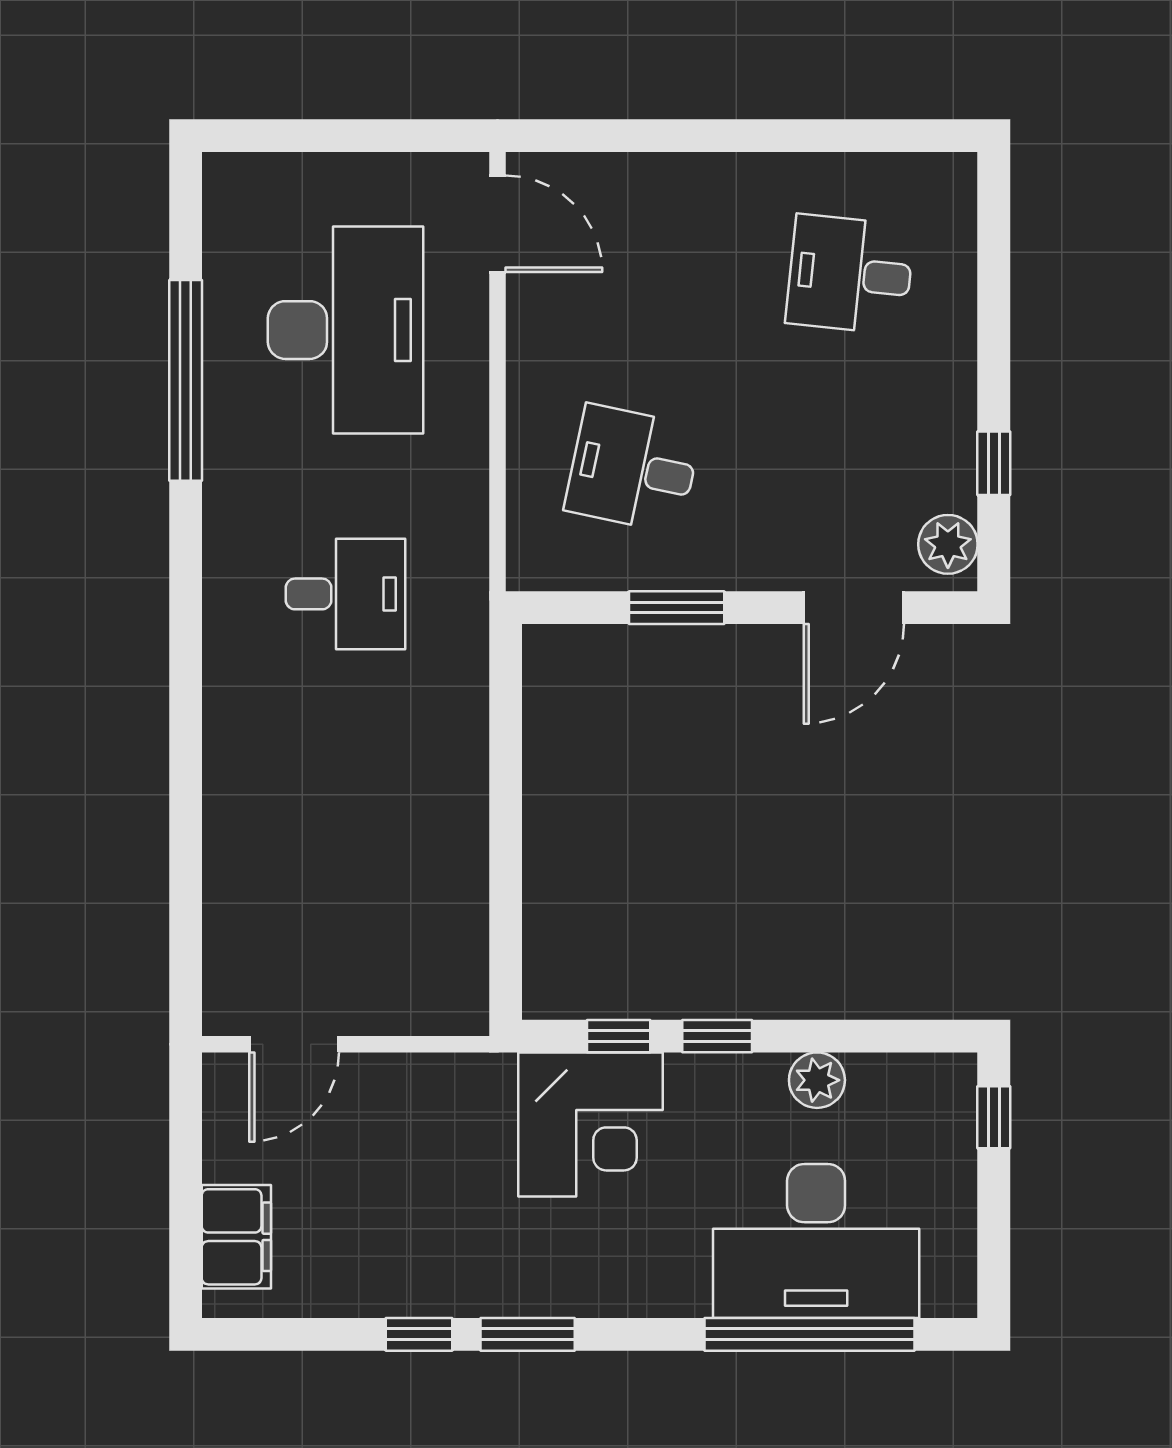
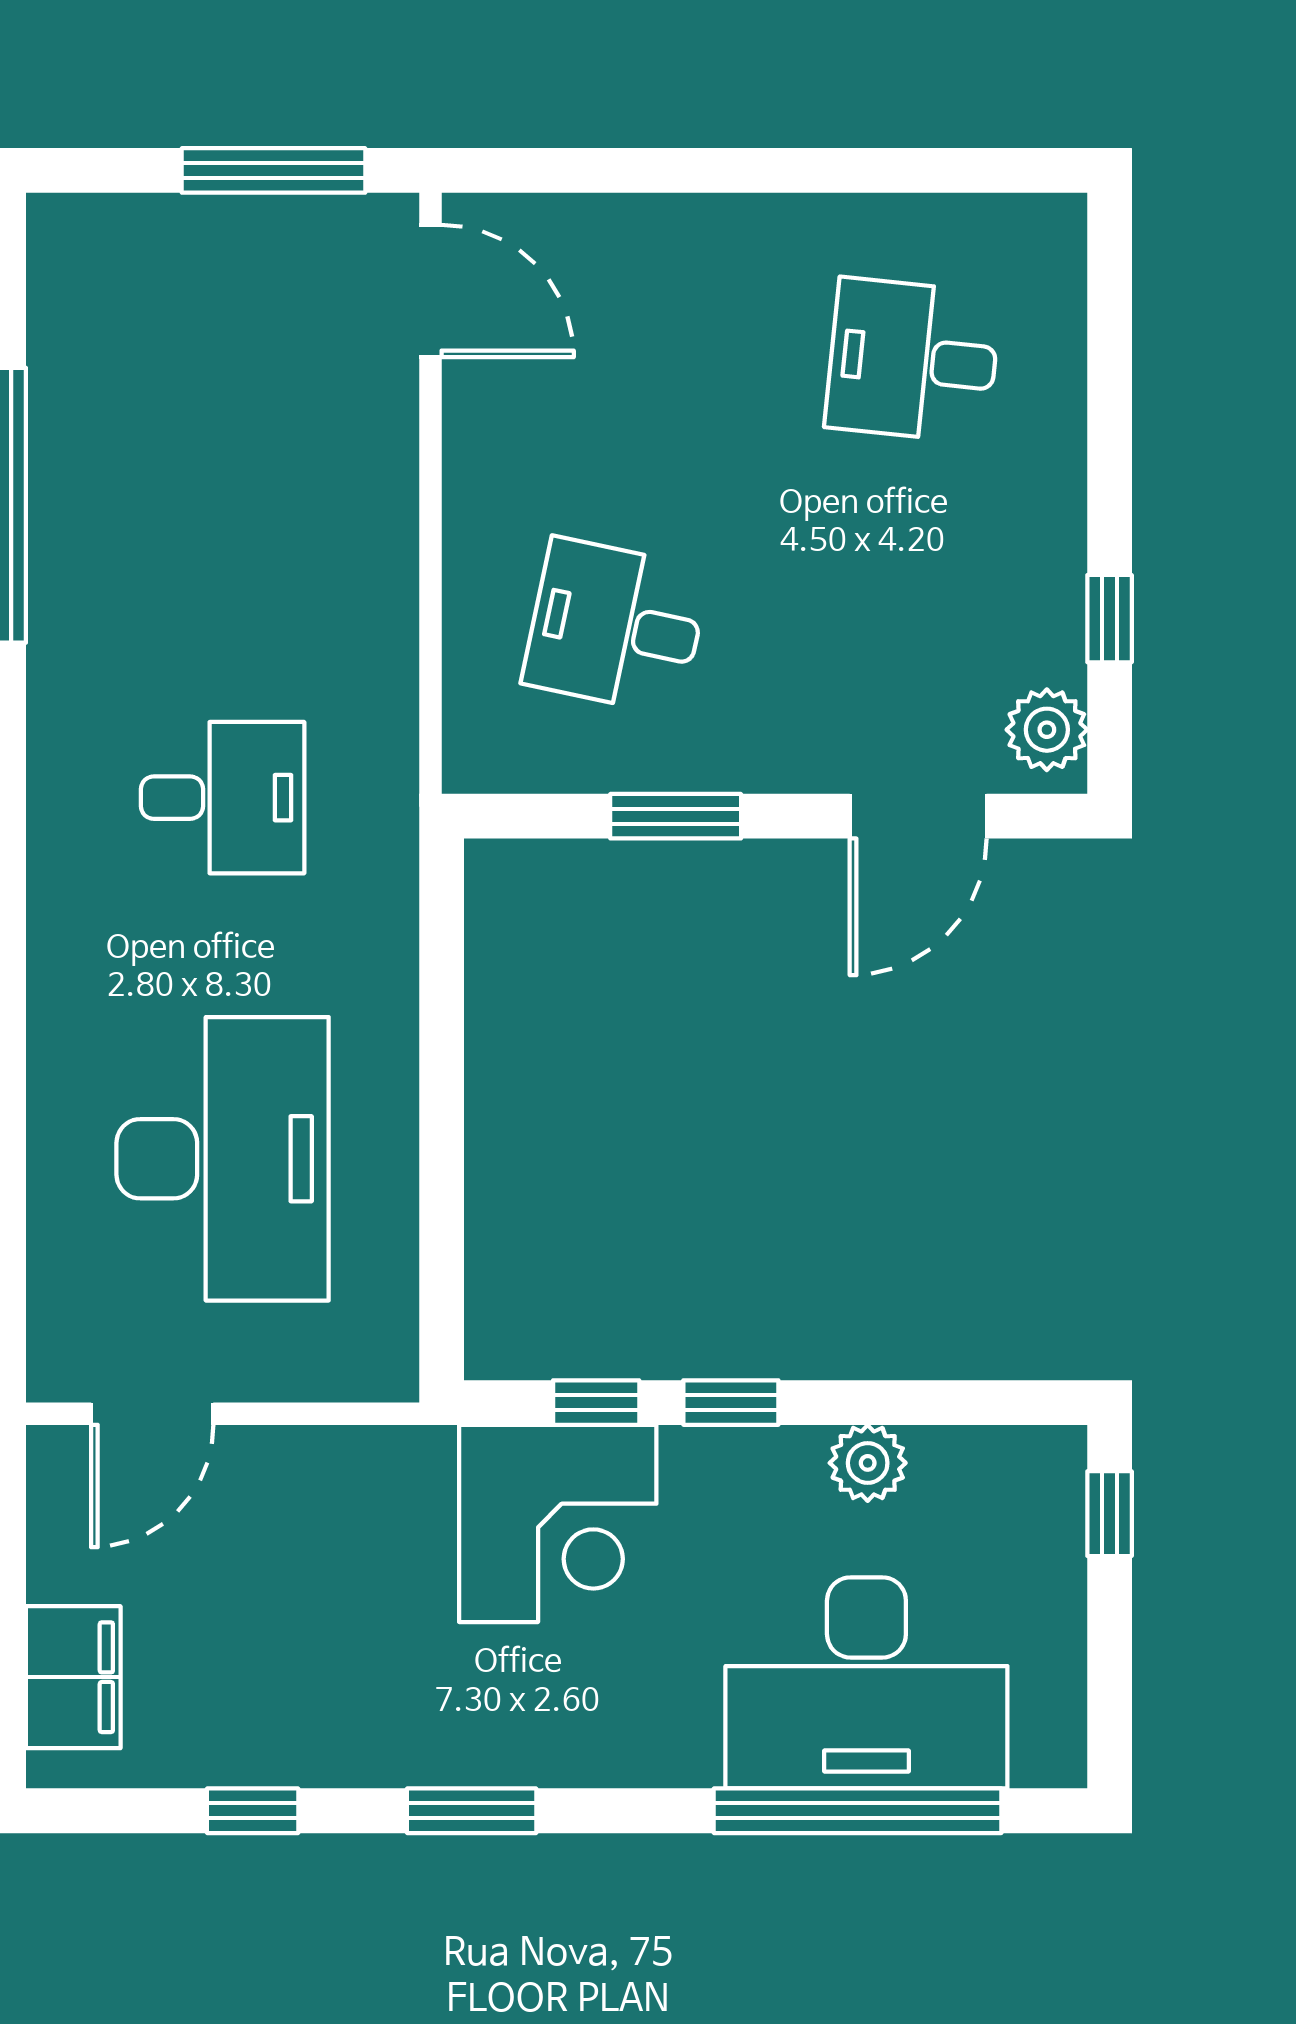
window: (383, 136) -> (273, 170), added
desk: (346, 330) -> (223, 1159), moved
window: (419, 1334) -> (253, 1811), moved

